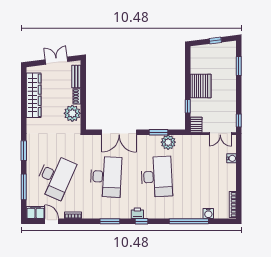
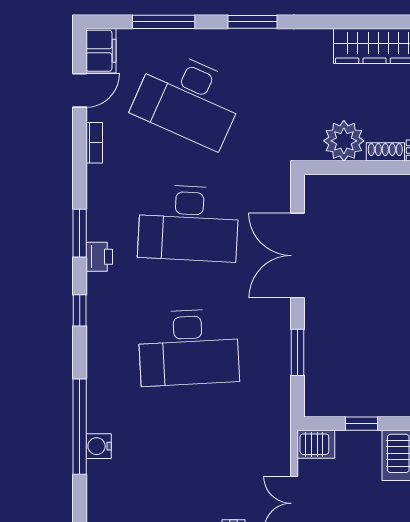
plant: (168, 142) -> (273, 376), removed
printer: (137, 213) -> (99, 257), moved
water cooler: (208, 213) -> (99, 446), moved

